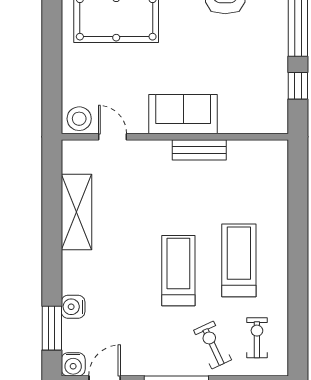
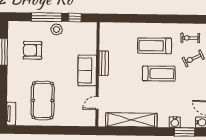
stool: (79, 119) -> (56, 29), moved
shelving: (76, 212) -> (131, 120), width x1.47
treadmill: (178, 271) -> (159, 74), turned 180

